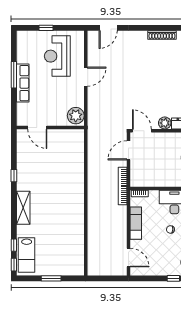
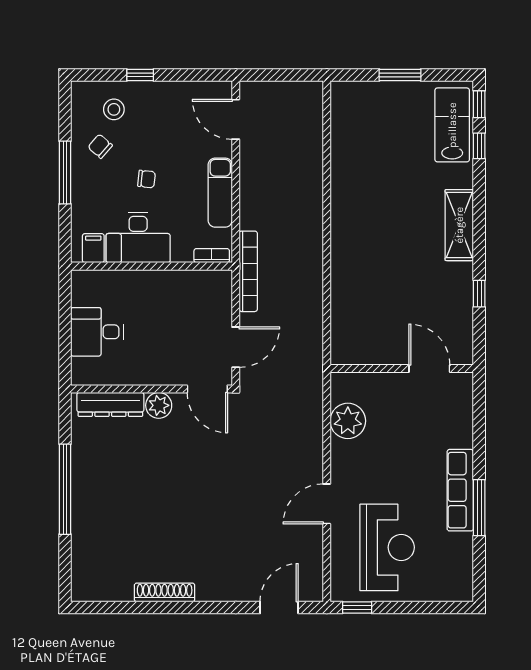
window: (46, 28) -> (357, 607), moved
door: (37, 127) -> (429, 369), moved
wall: (50, 127) -> (402, 369), moved

